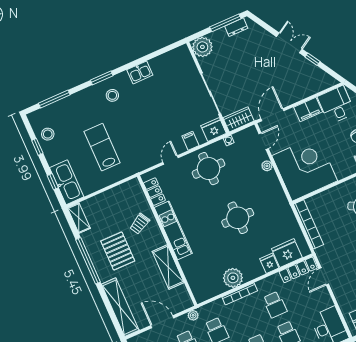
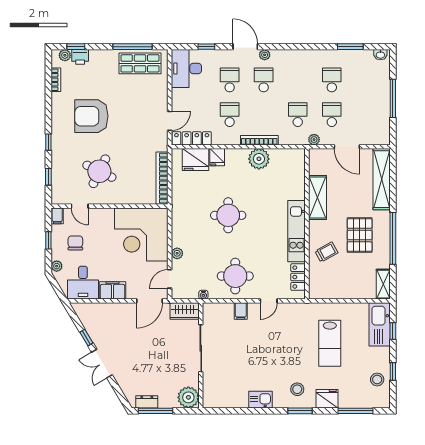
fridge: (214, 130) -> (327, 399), moved, turned 180

